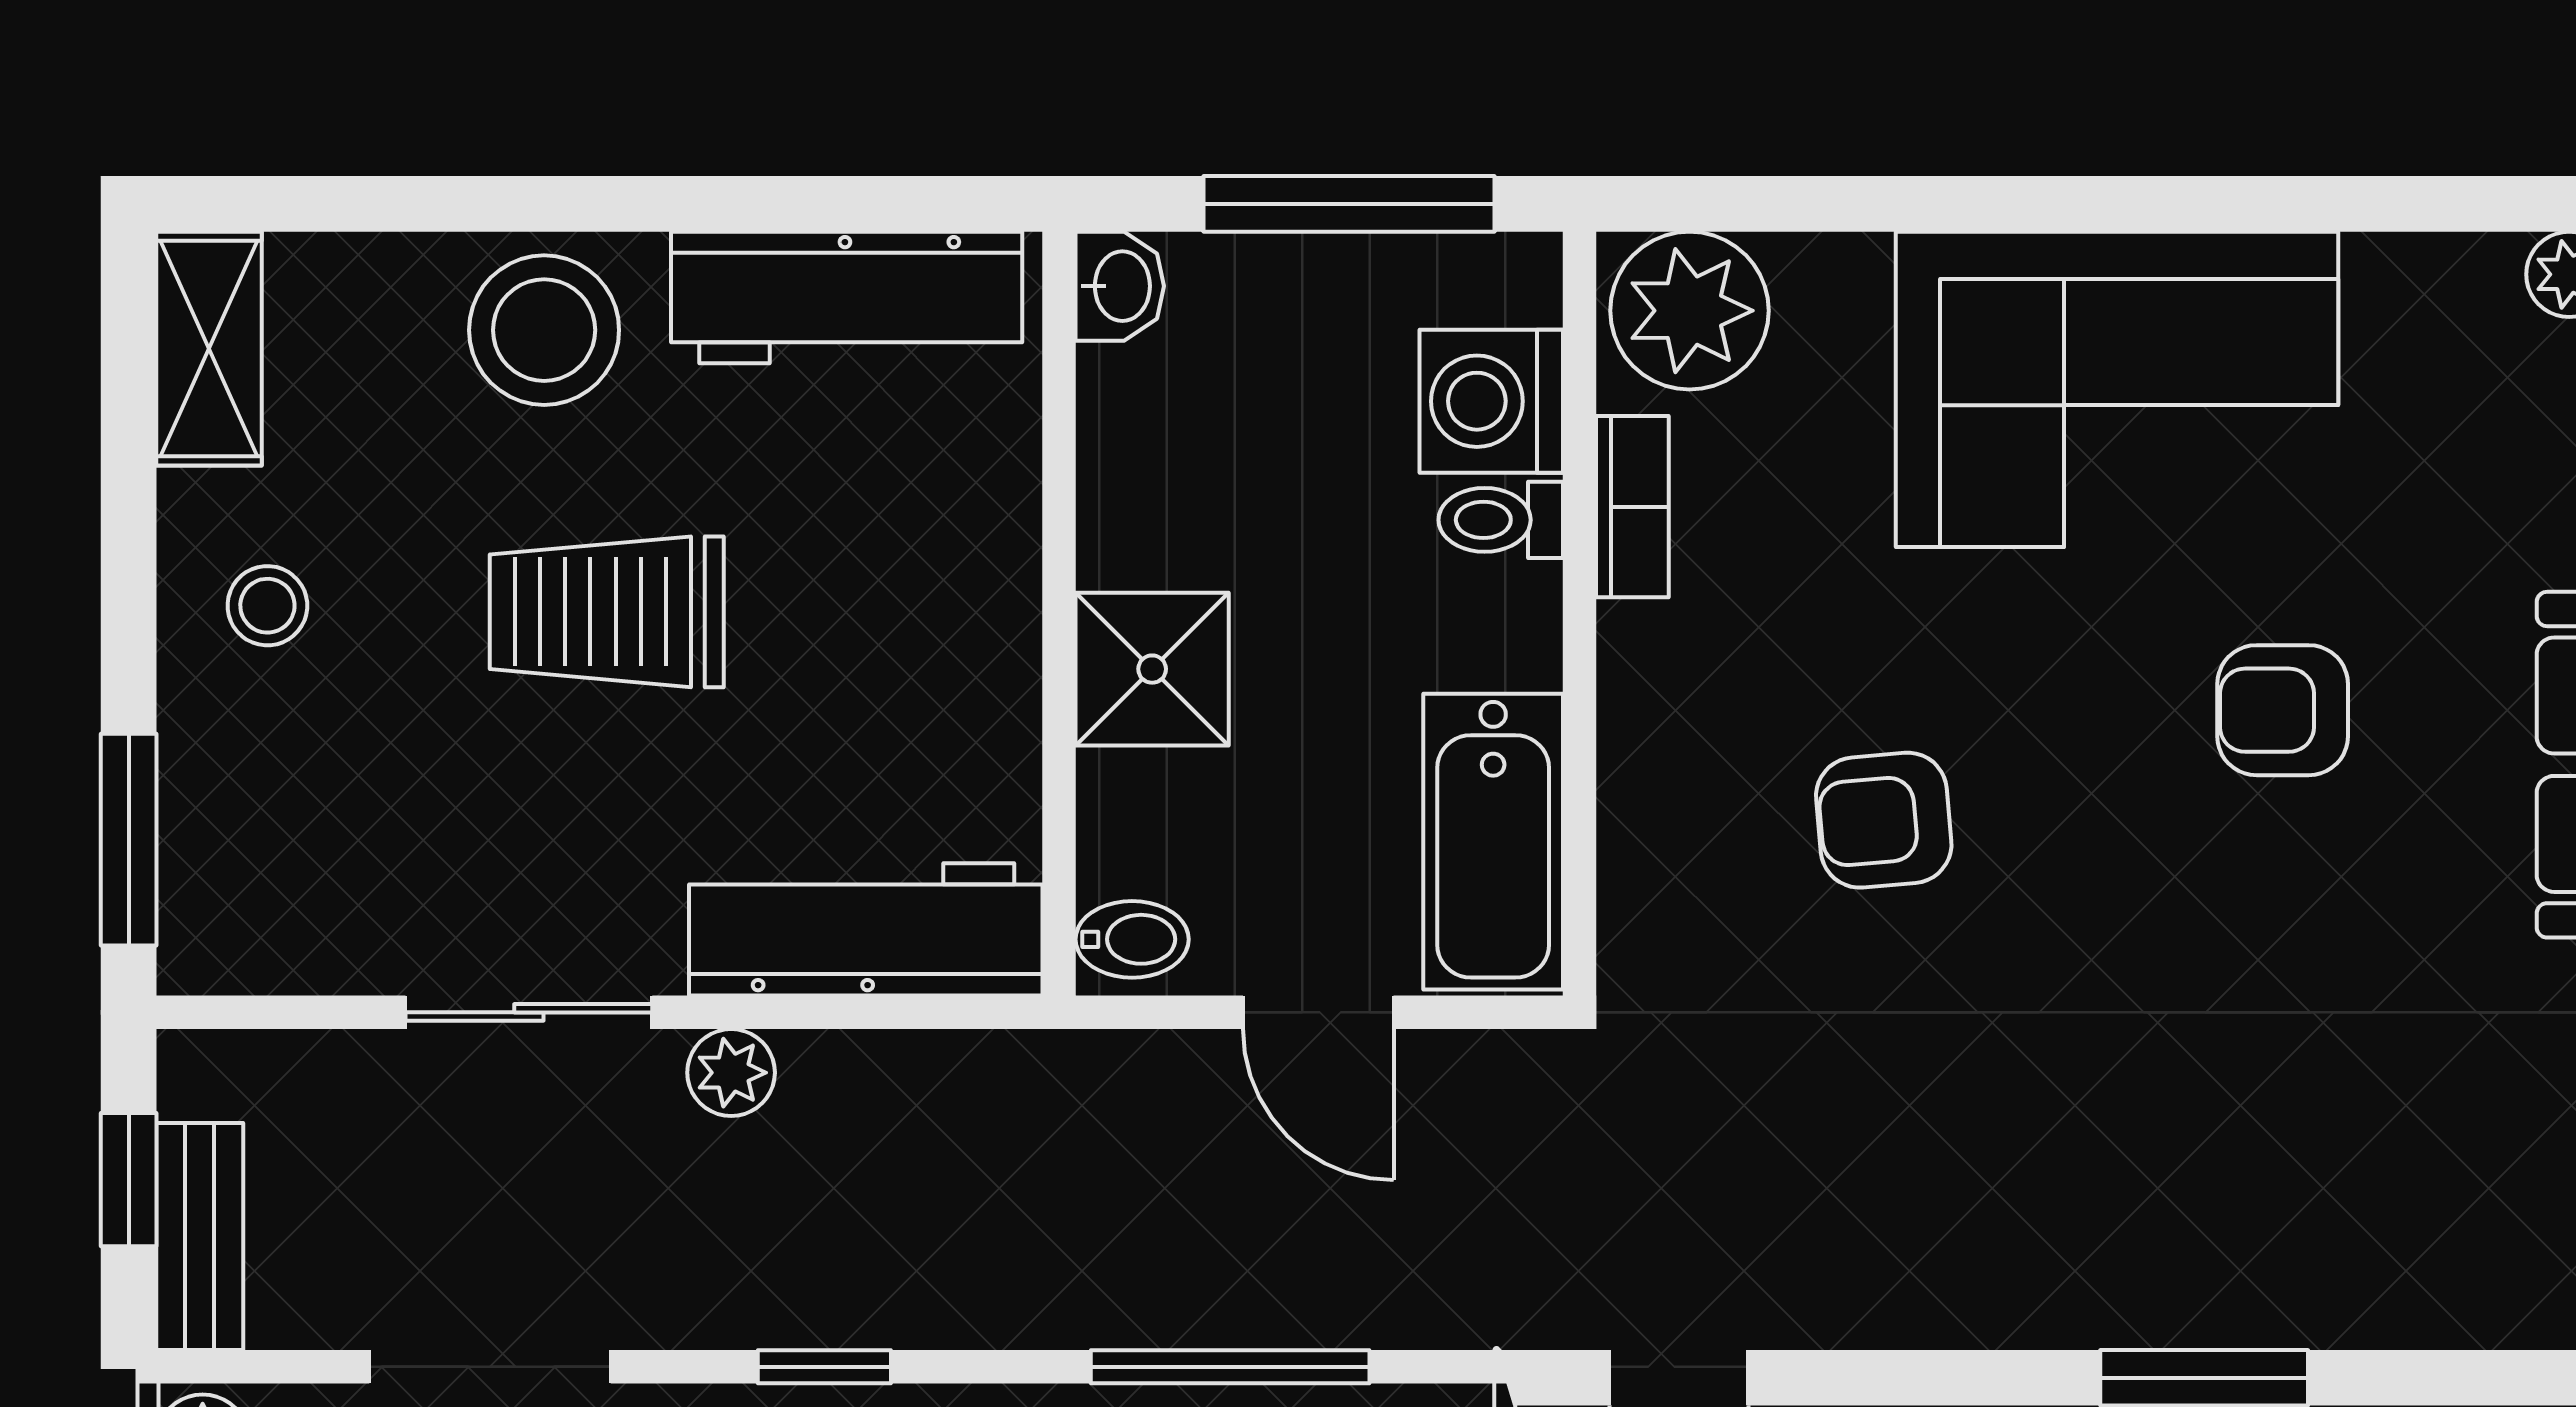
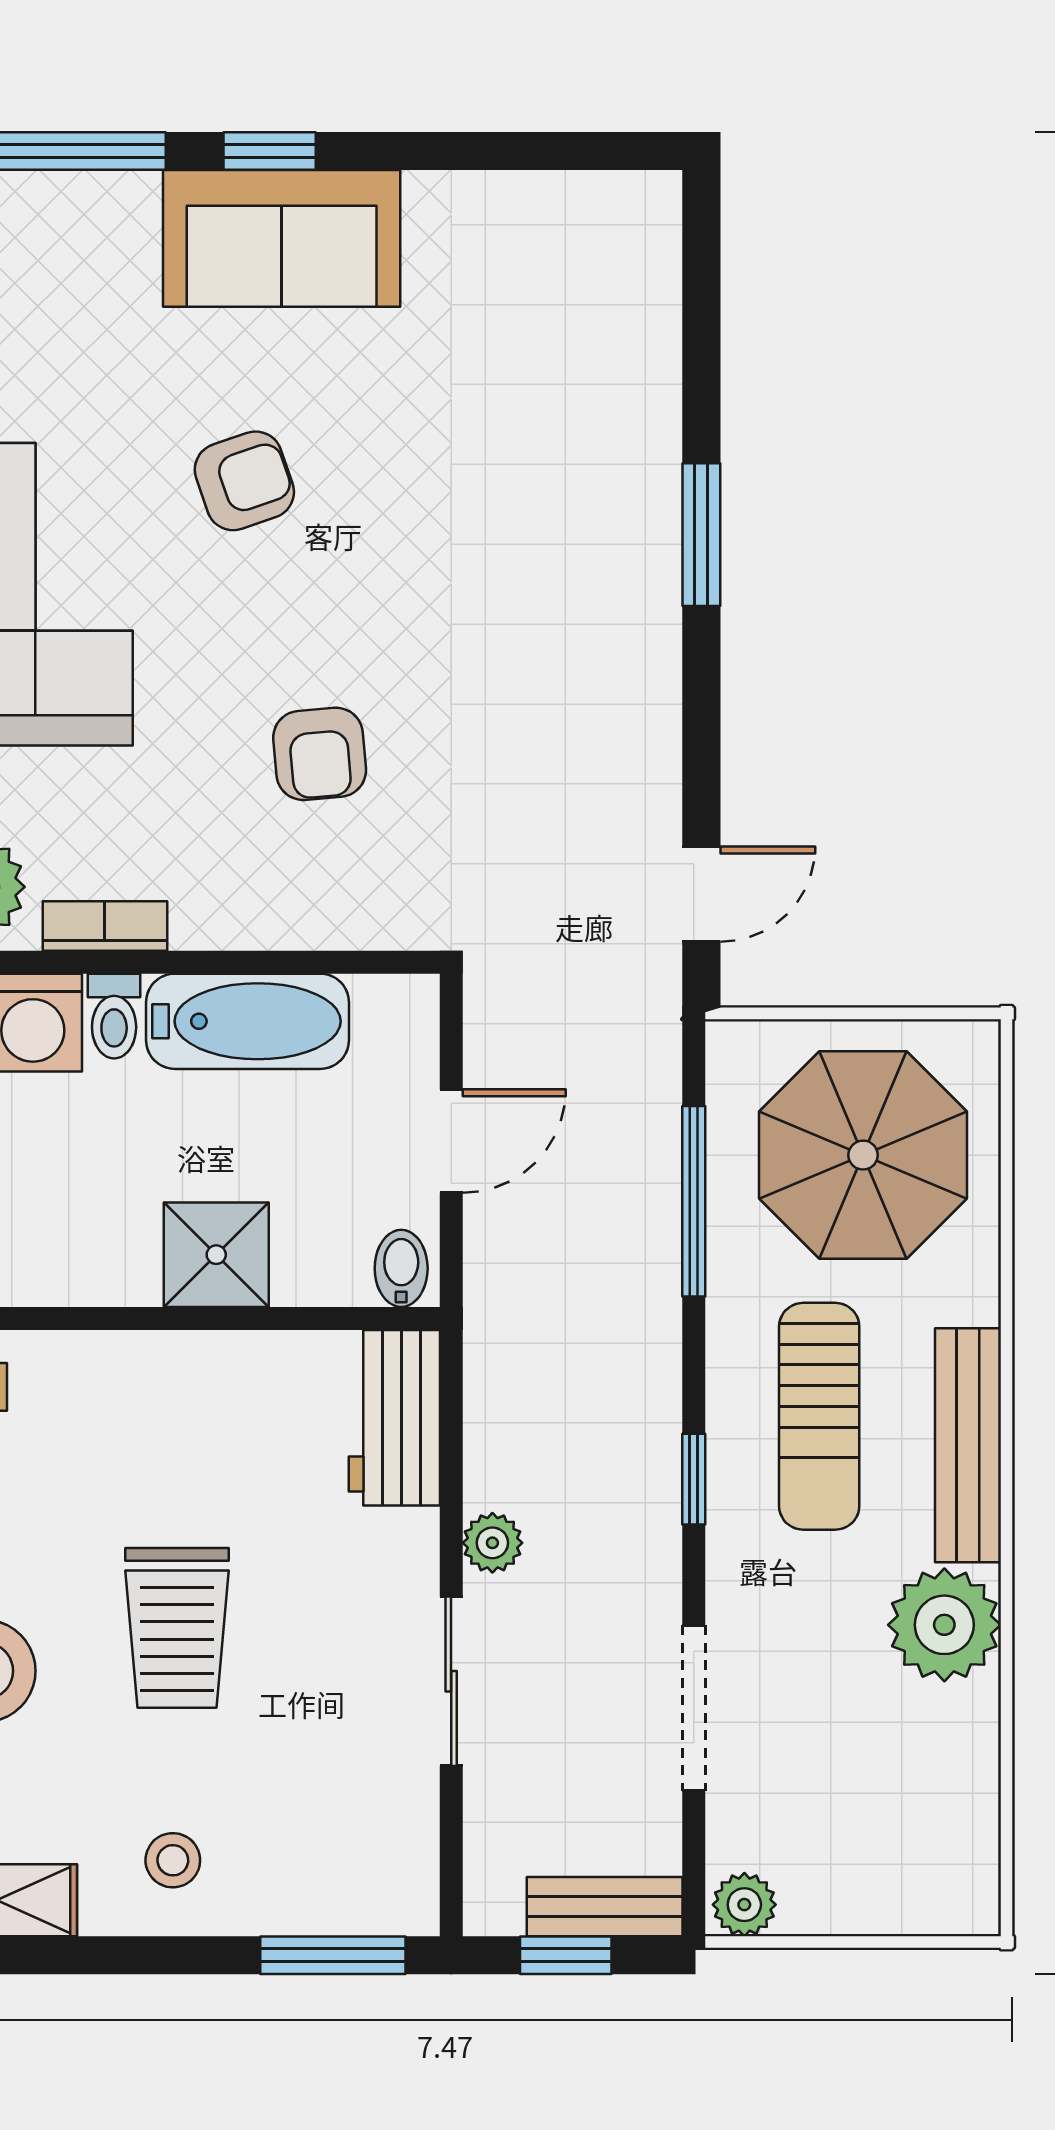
armchair: (2283, 710) -> (244, 481), turned -109
bathtub: (1493, 842) -> (248, 1021), moved
workbench: (866, 929) -> (394, 1418), width x0.73

